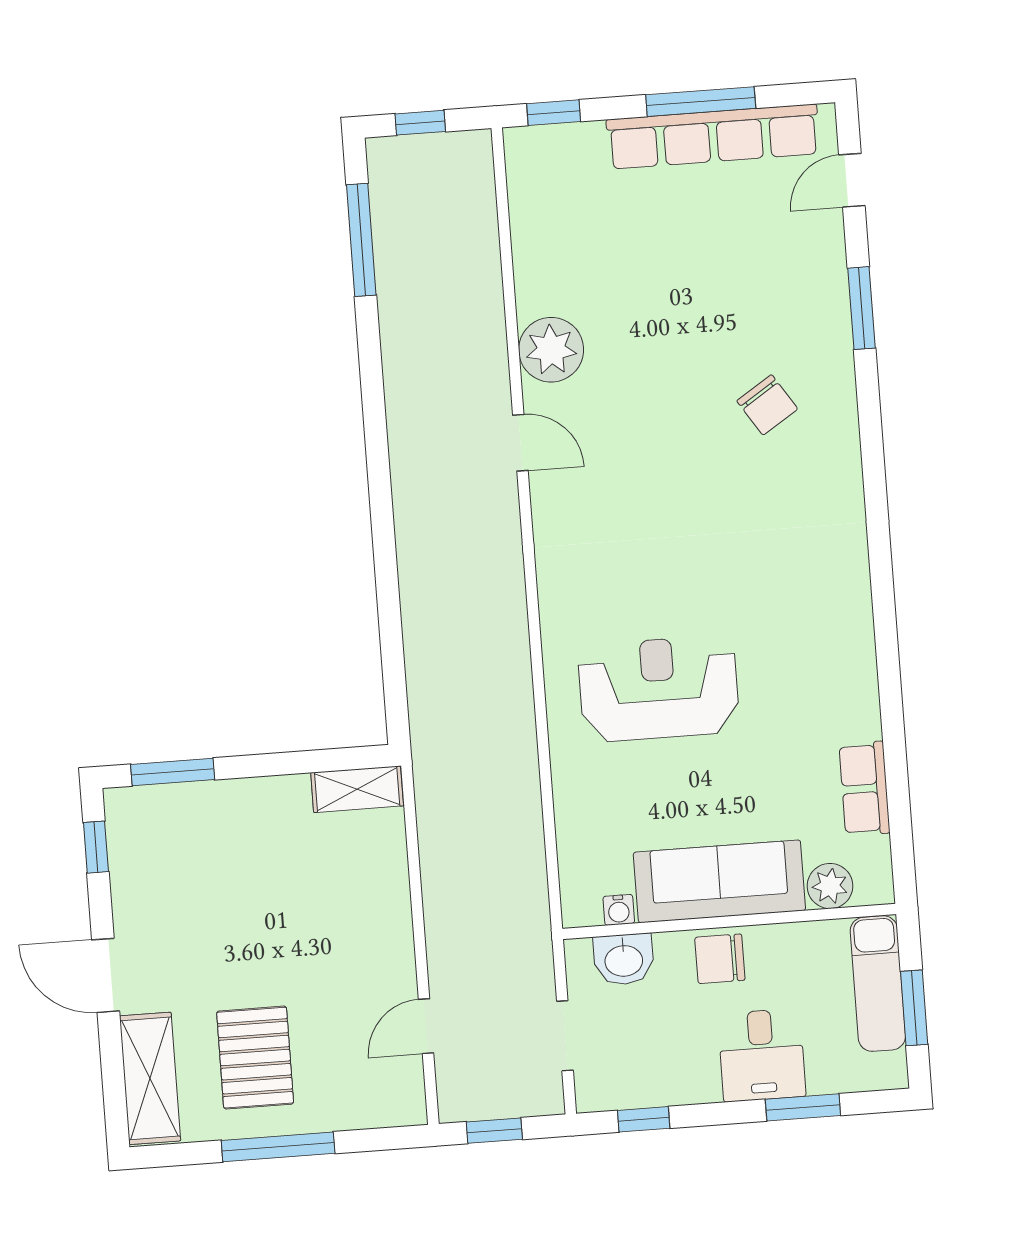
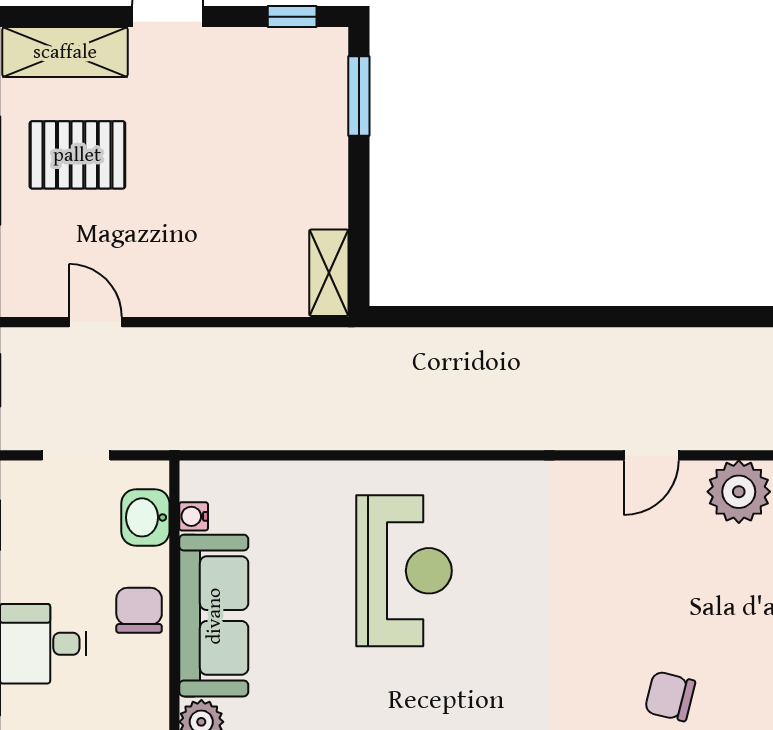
chair: (767, 405) -> (670, 696), turned 47

